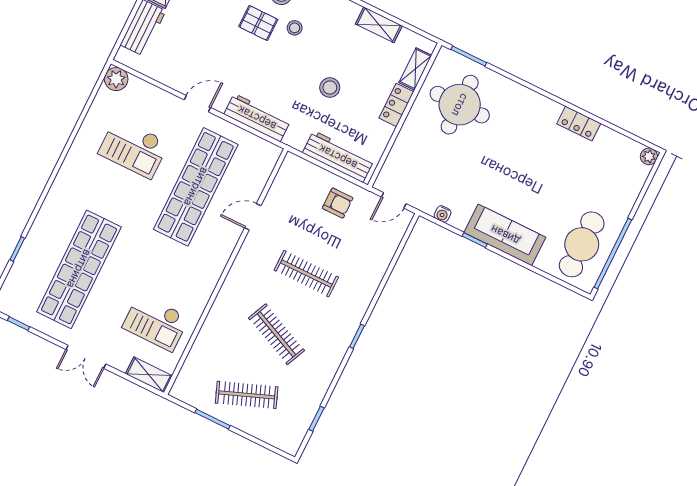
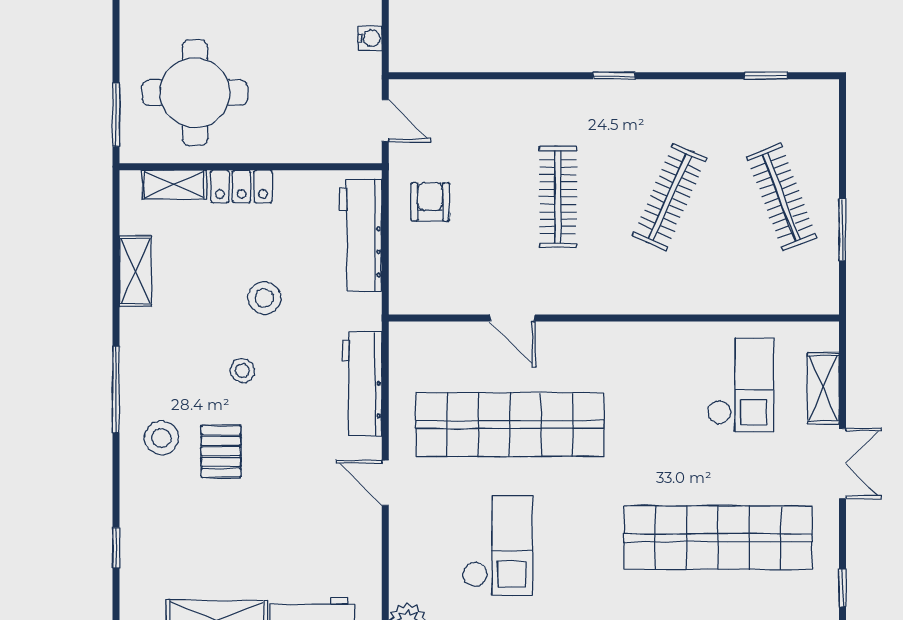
stool: (295, 28) -> (242, 371), moved
shelving: (149, 375) -> (823, 388), moved

